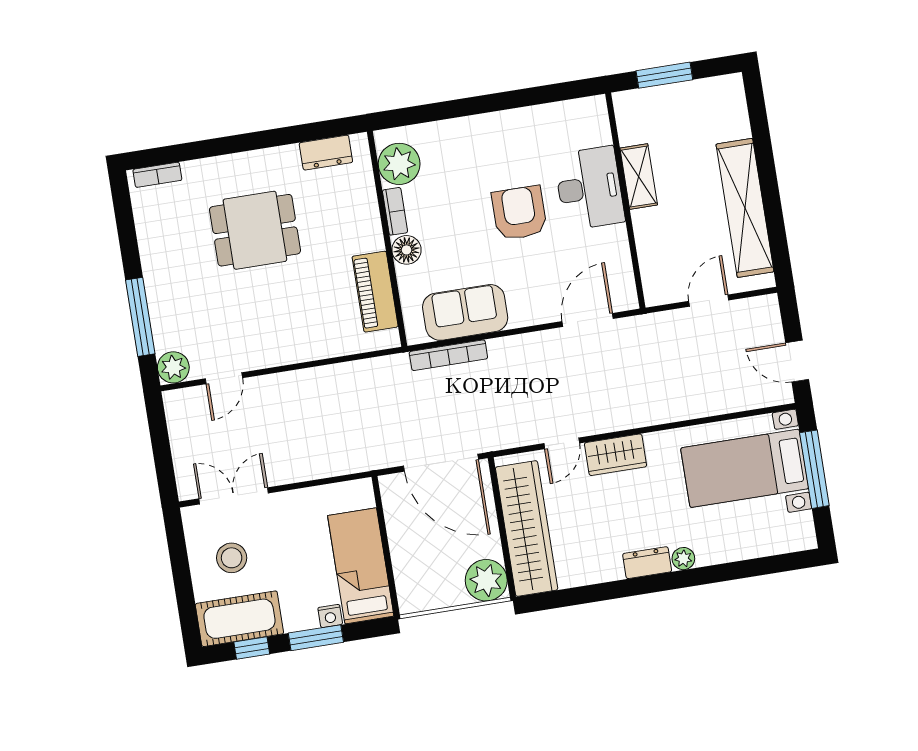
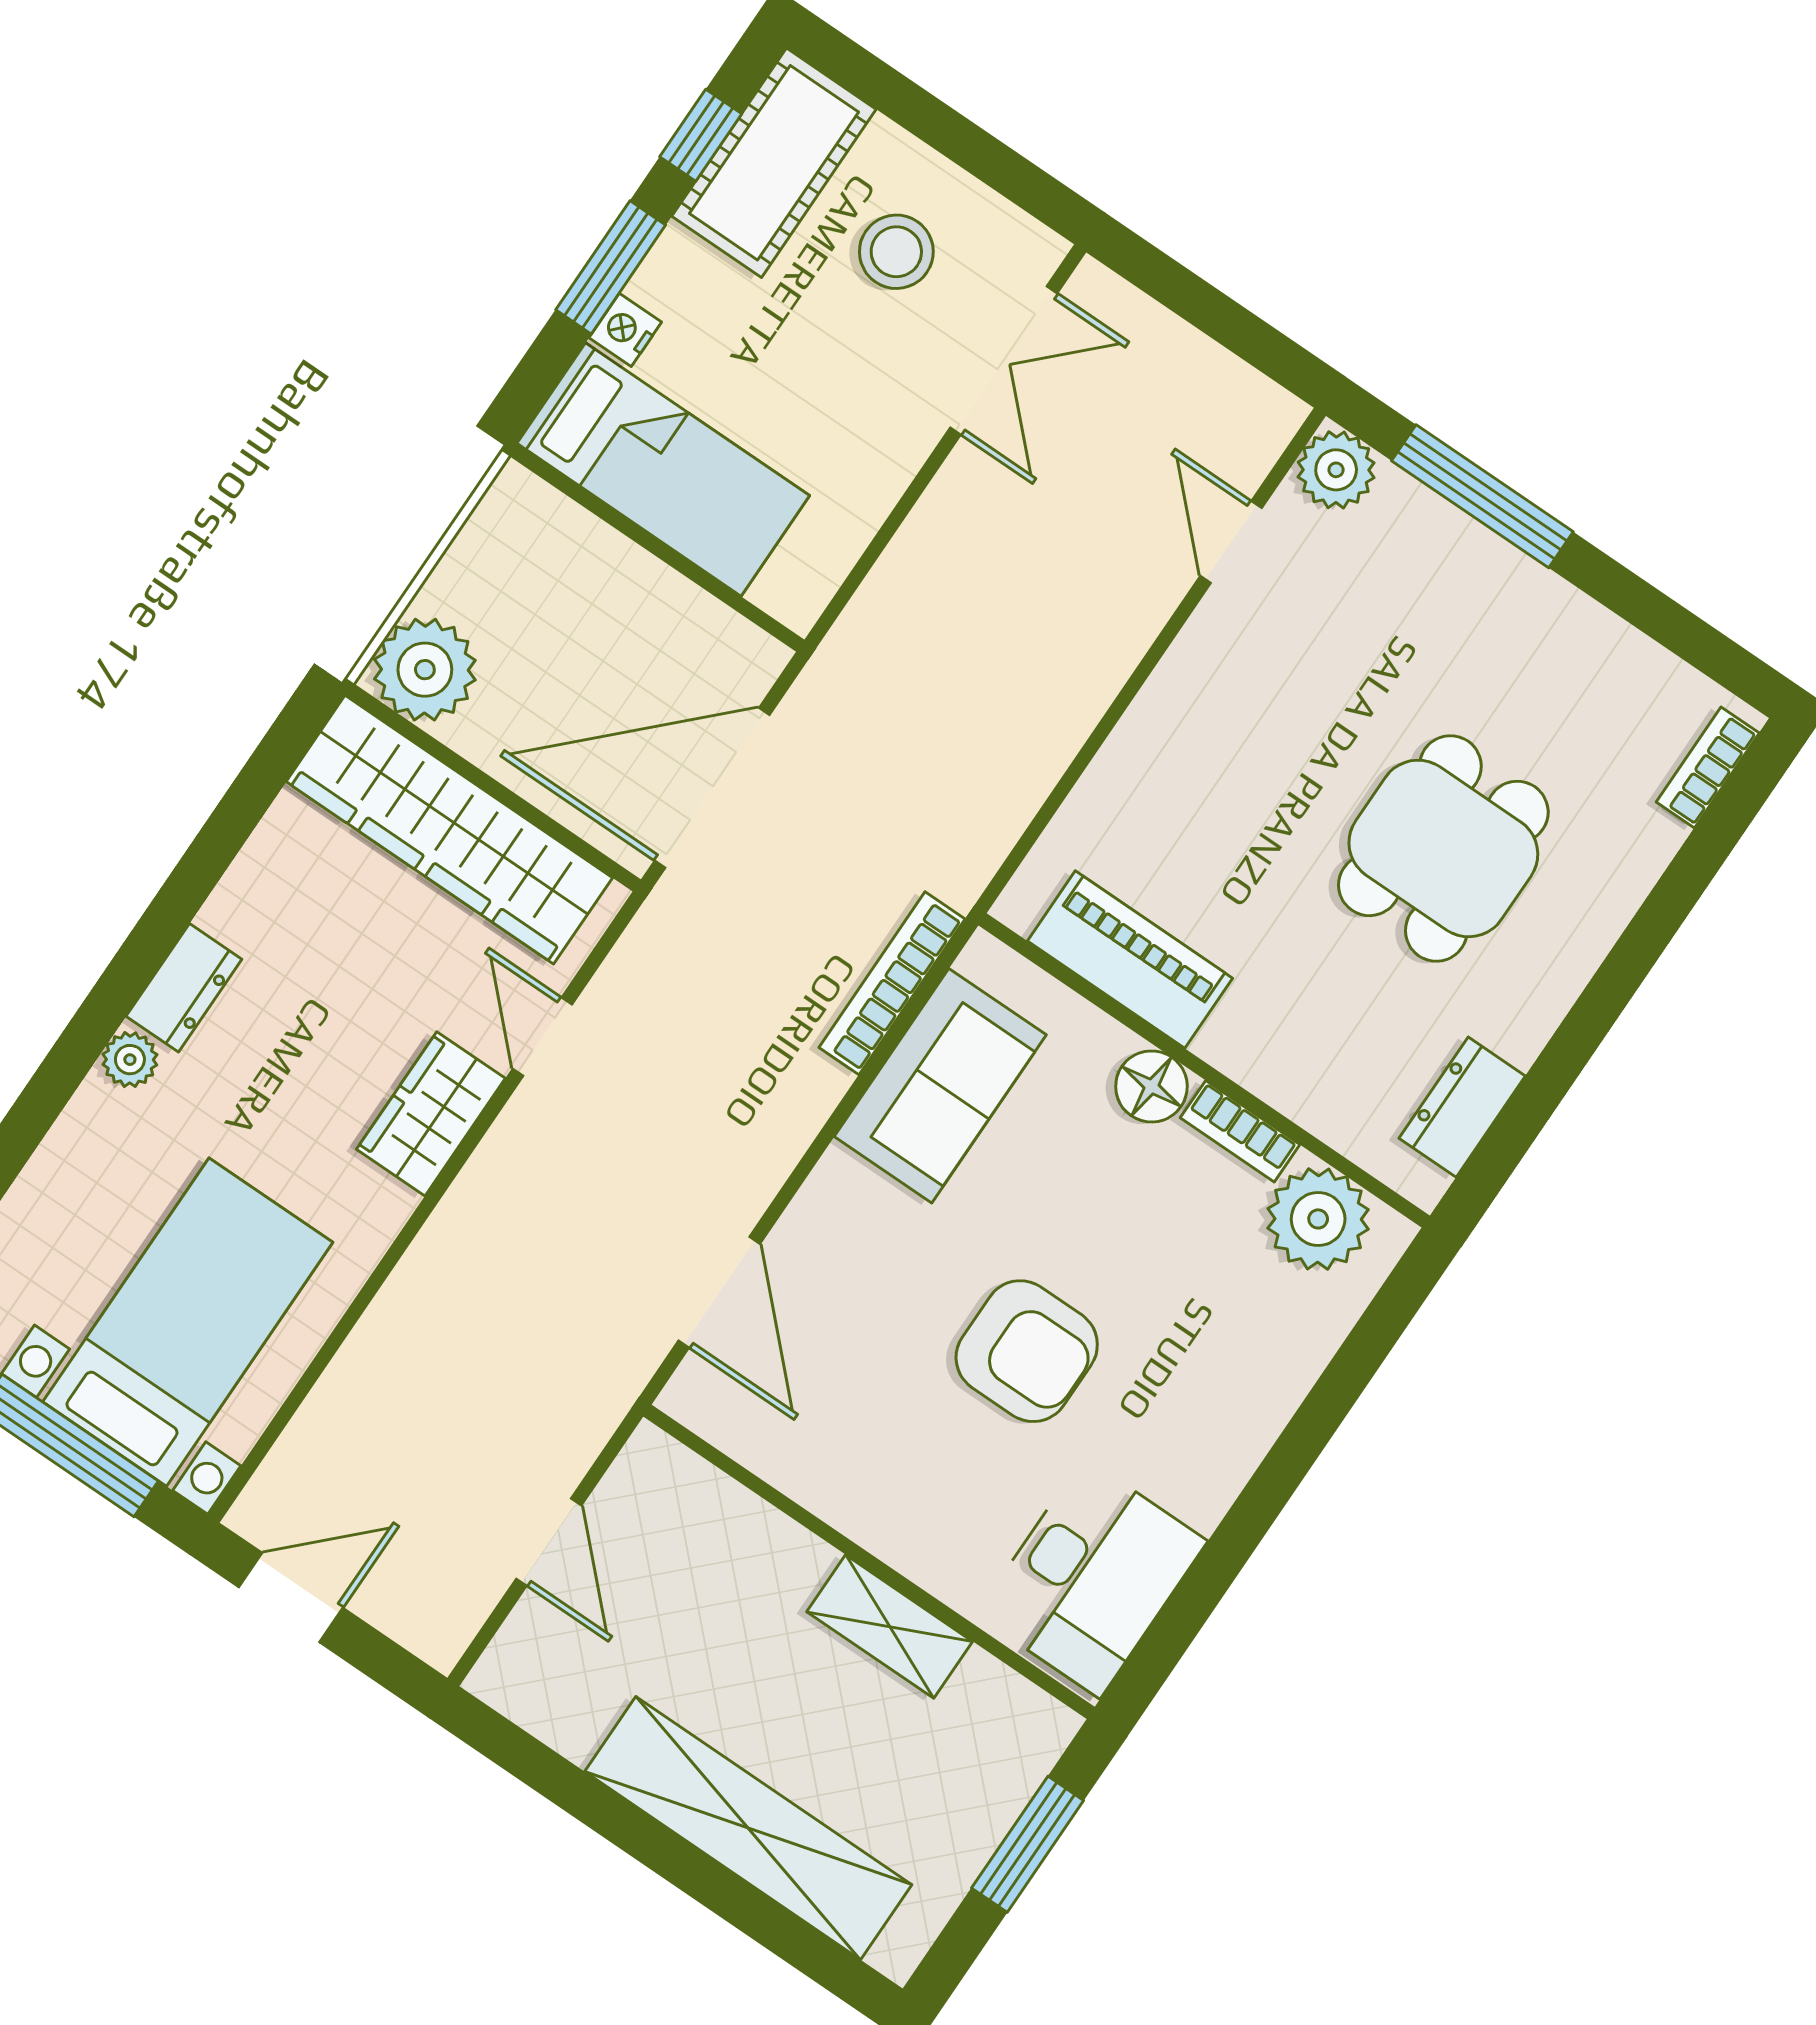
desk: (589, 188) -> (1092, 1578), moved, turned -90
shelving: (745, 208) -> (748, 1828), moved

